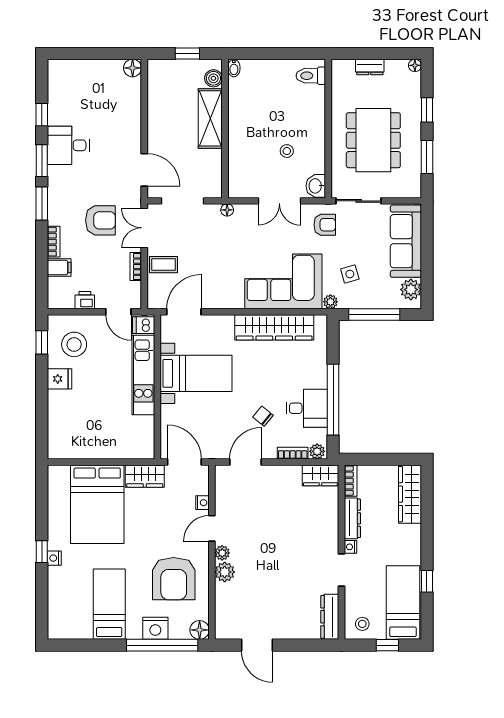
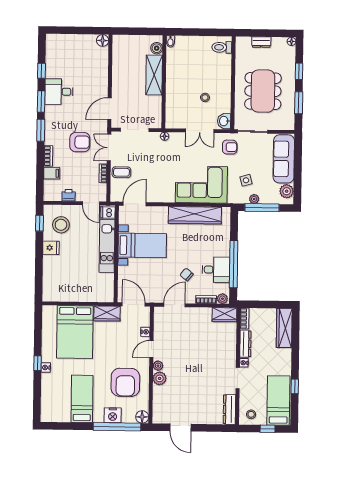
window: (187, 53) -> (139, 31), removed
door: (144, 170) -> (109, 109), swing flipped
plant: (330, 302) -> (254, 199), moved

